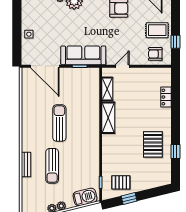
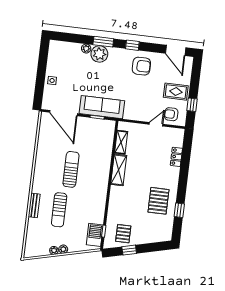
door: (122, 66) -> (156, 124), moved
pallet: (121, 182) -> (123, 234), turned 90
barbecue: (85, 197) -> (95, 235), moved, turned -76

